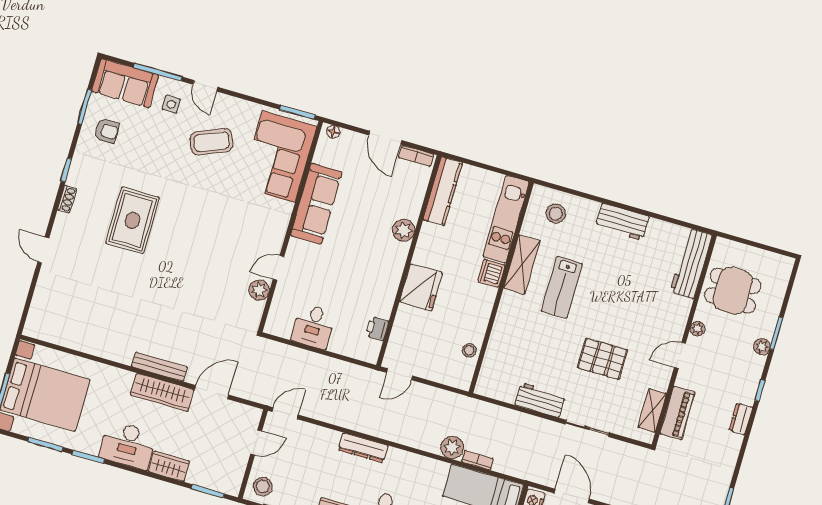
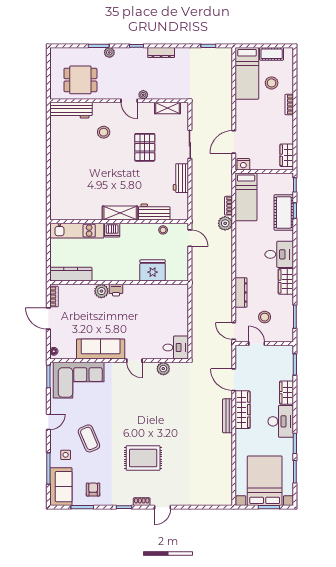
door: (205, 86) -> (48, 422), moved
door: (385, 138) -> (48, 319), swing flipped
coffee table: (212, 142) -> (89, 438), moved
stool: (556, 214) -> (104, 132), moved
workbench: (622, 222) -> (154, 212), moved, turned -90
door: (43, 250) -> (162, 507), moved
shelving: (522, 264) -> (120, 213), moved
door: (279, 268) -> (134, 361), moved
lab bench: (562, 287) -> (108, 185), removed
fridge: (421, 288) -> (153, 270), moved
dining table: (733, 291) -> (80, 80), turned 90
desk: (313, 326) -> (176, 347), moved
printer: (377, 329) -> (116, 290), moved
plant: (697, 329) -> (143, 95), moved
door: (400, 374) -> (190, 238), moved
piano: (677, 413) -> (165, 92), removed
dresser: (741, 419) -> (161, 53), width x1.44
dresser: (363, 448) -> (241, 293), moved
stool: (263, 486) -> (265, 317), moved

